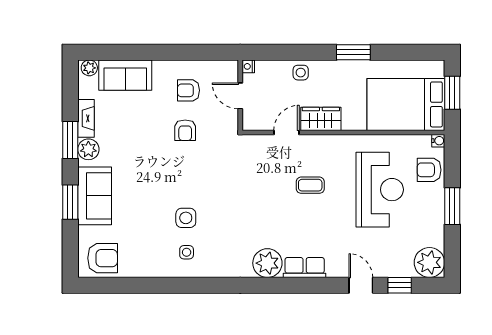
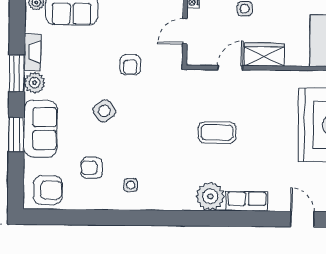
armchair: (188, 90) -> (92, 168), moved
door: (240, 96) -> (185, 31), hinge flipped
coffee table: (310, 185) -> (217, 132), moved, width x1.36, depth x1.30
side table: (186, 218) -> (104, 111), moved, turned -36

